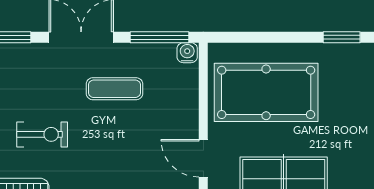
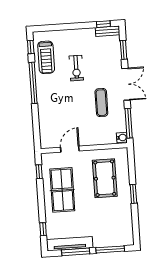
window: (342, 37) -> (133, 194), moved
pool table: (266, 92) -> (105, 178), width x0.73, depth x0.76

